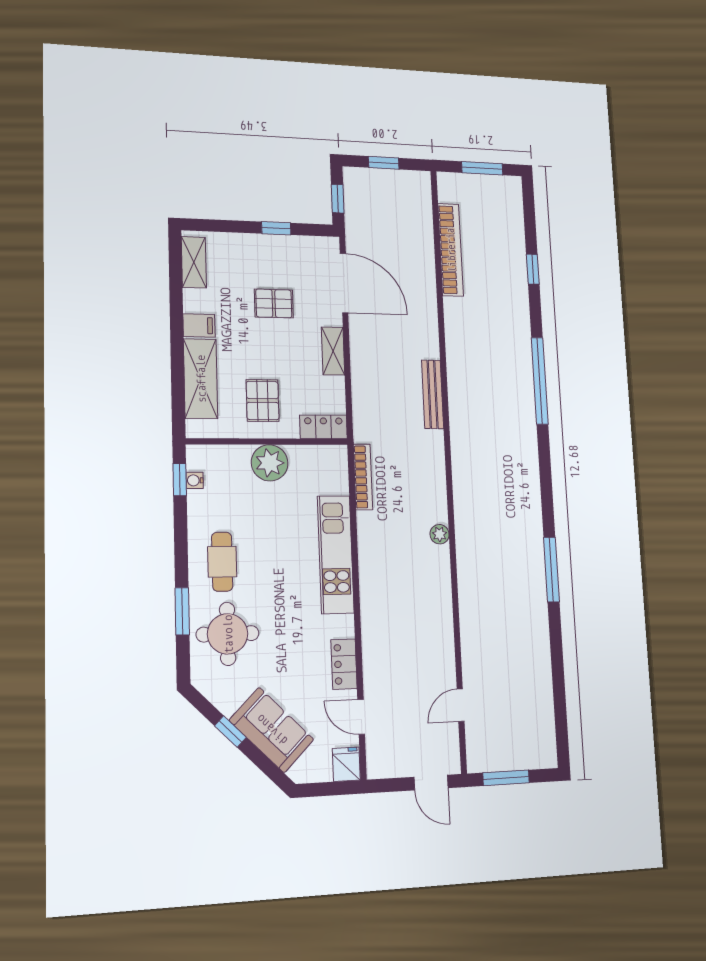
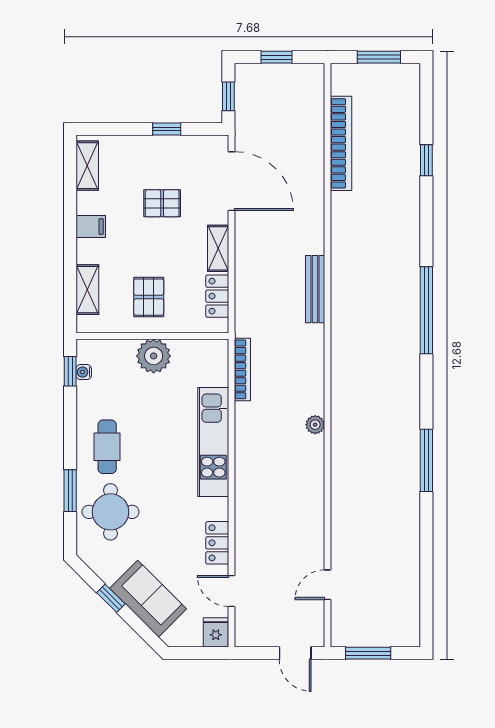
shelving: (201, 379) -> (87, 290), width x0.67, depth x0.75
window: (540, 381) -> (426, 310), moved
locker: (324, 427) -> (217, 296), moved, turned -90

